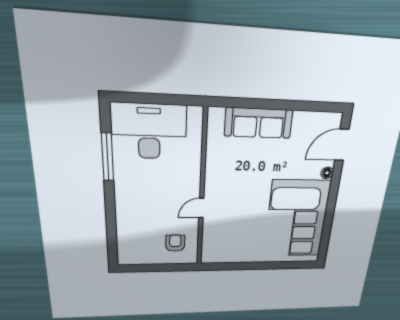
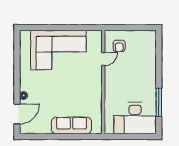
door: (201, 208) -> (103, 59), moved
corner sofa: (297, 219) -> (58, 50), moved, turned 90

